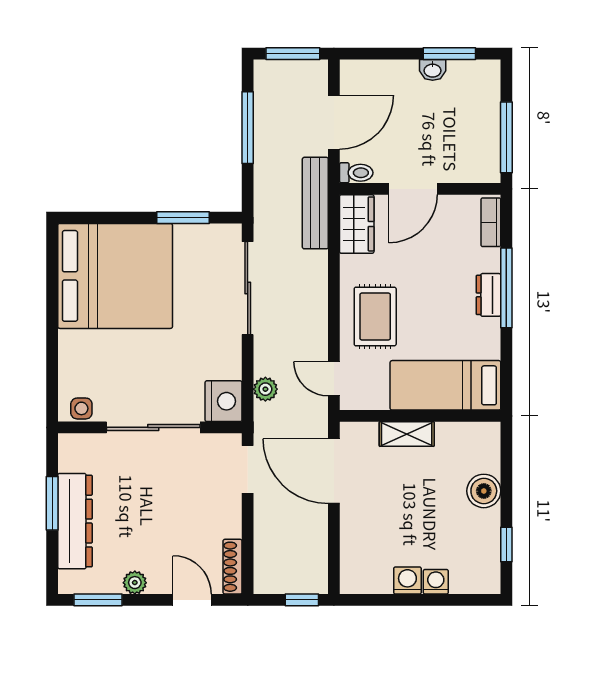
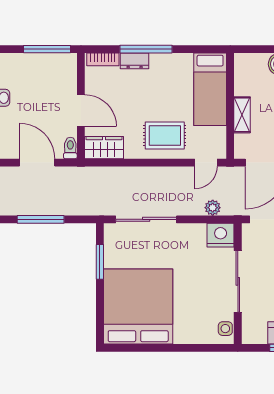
bench: (315, 203) -> (90, 175), removed
dresser: (489, 295) -> (135, 61), moved

